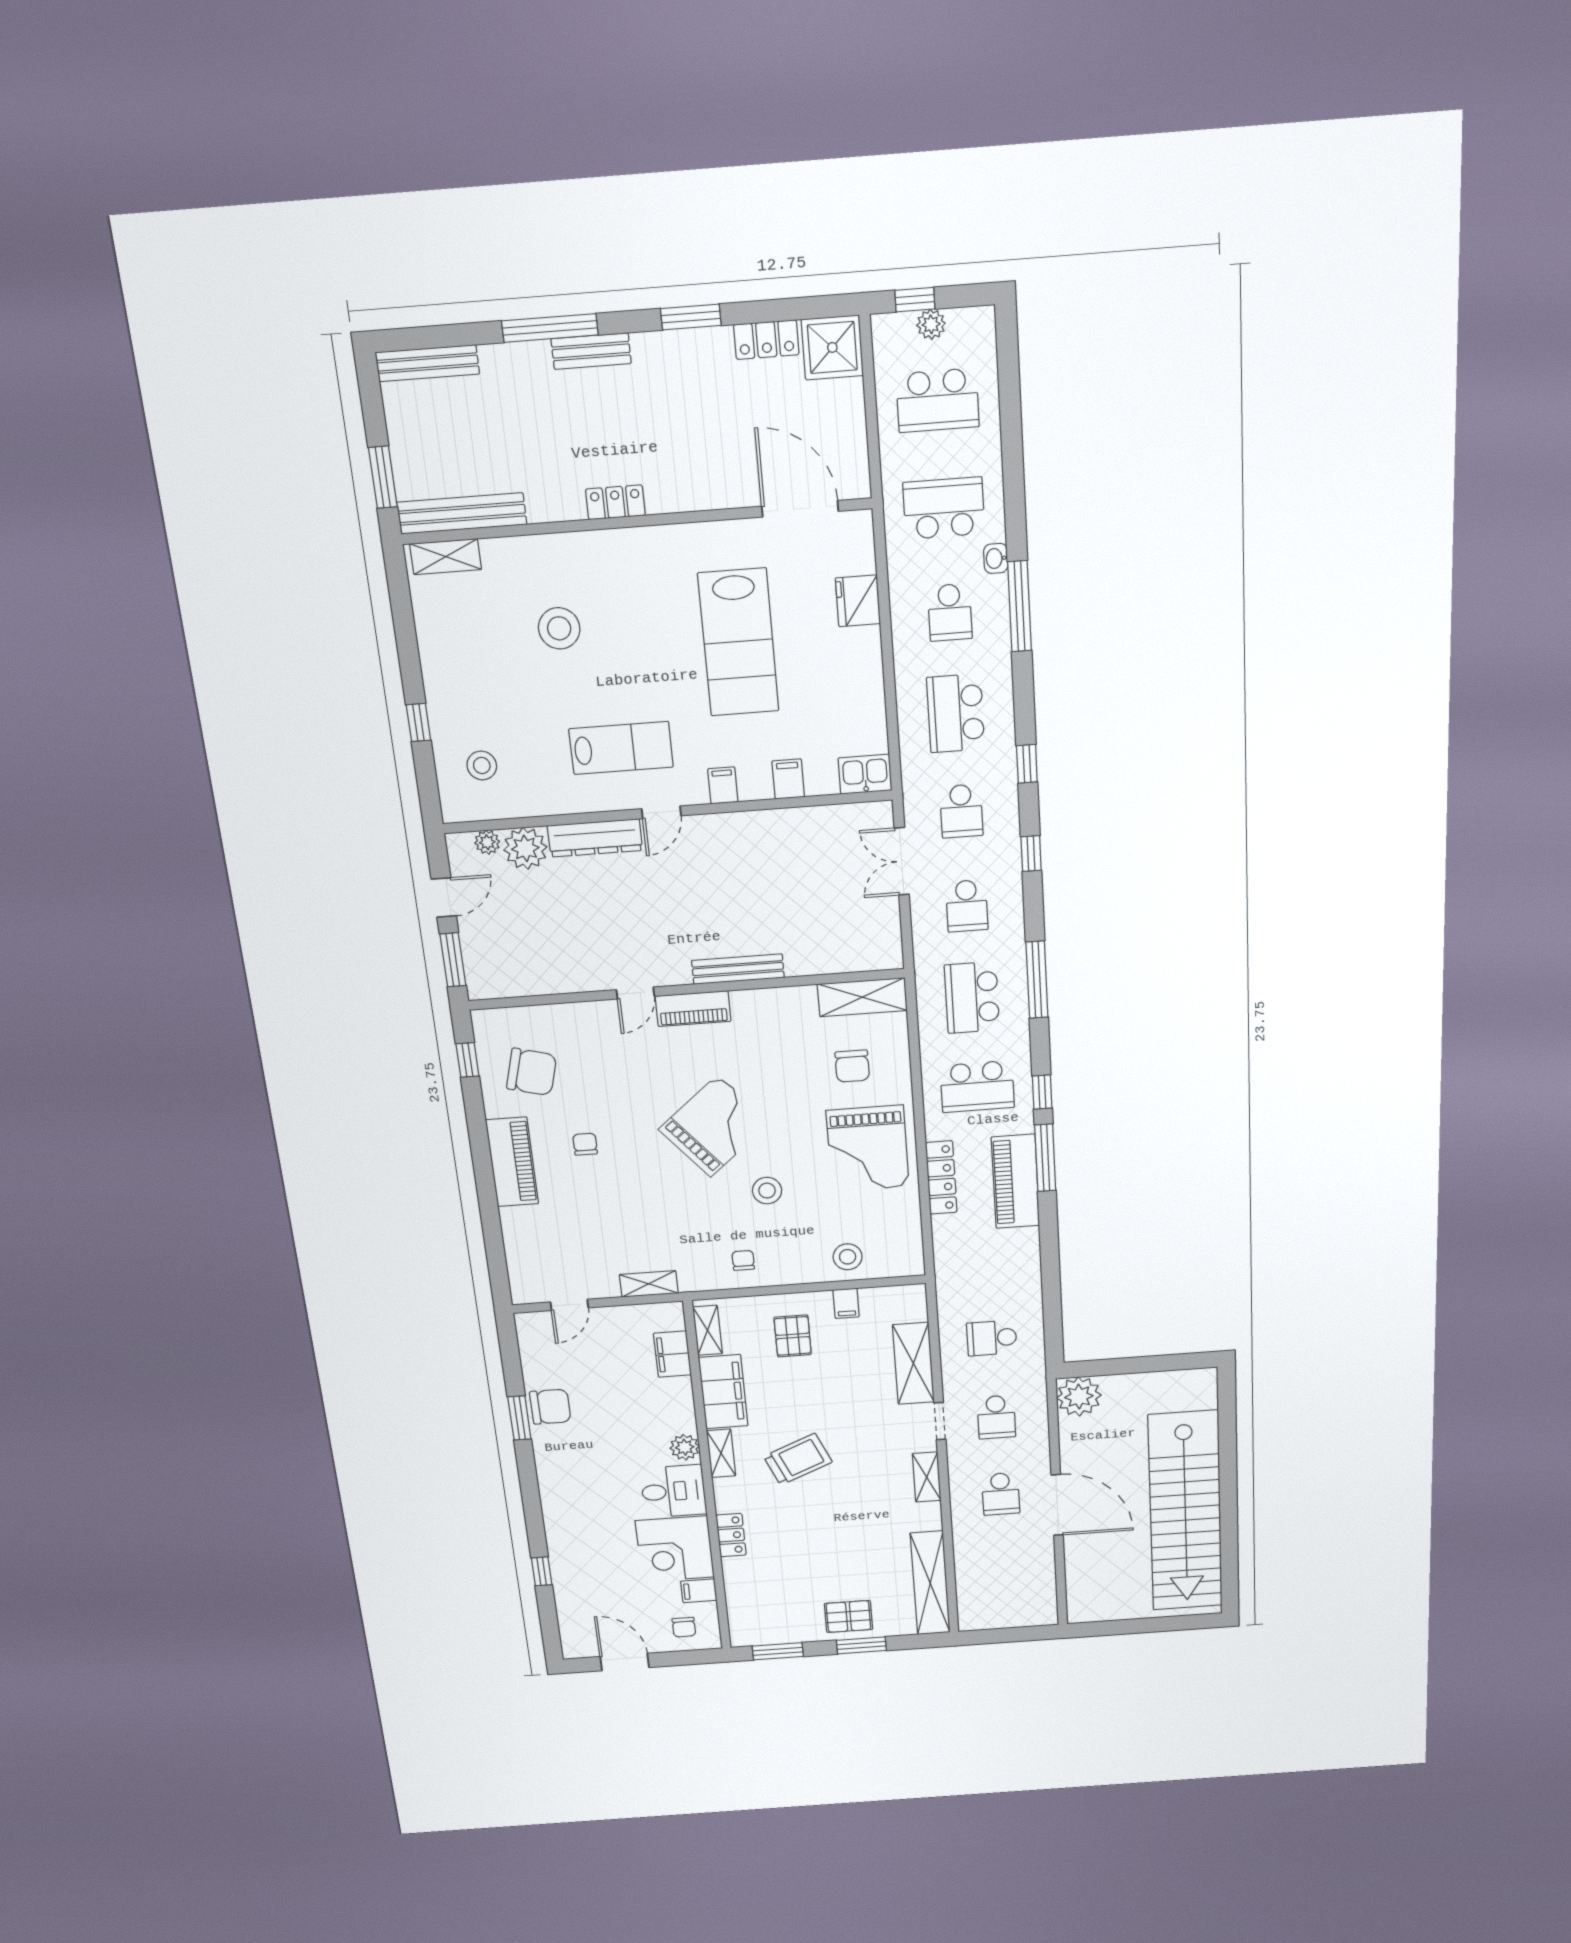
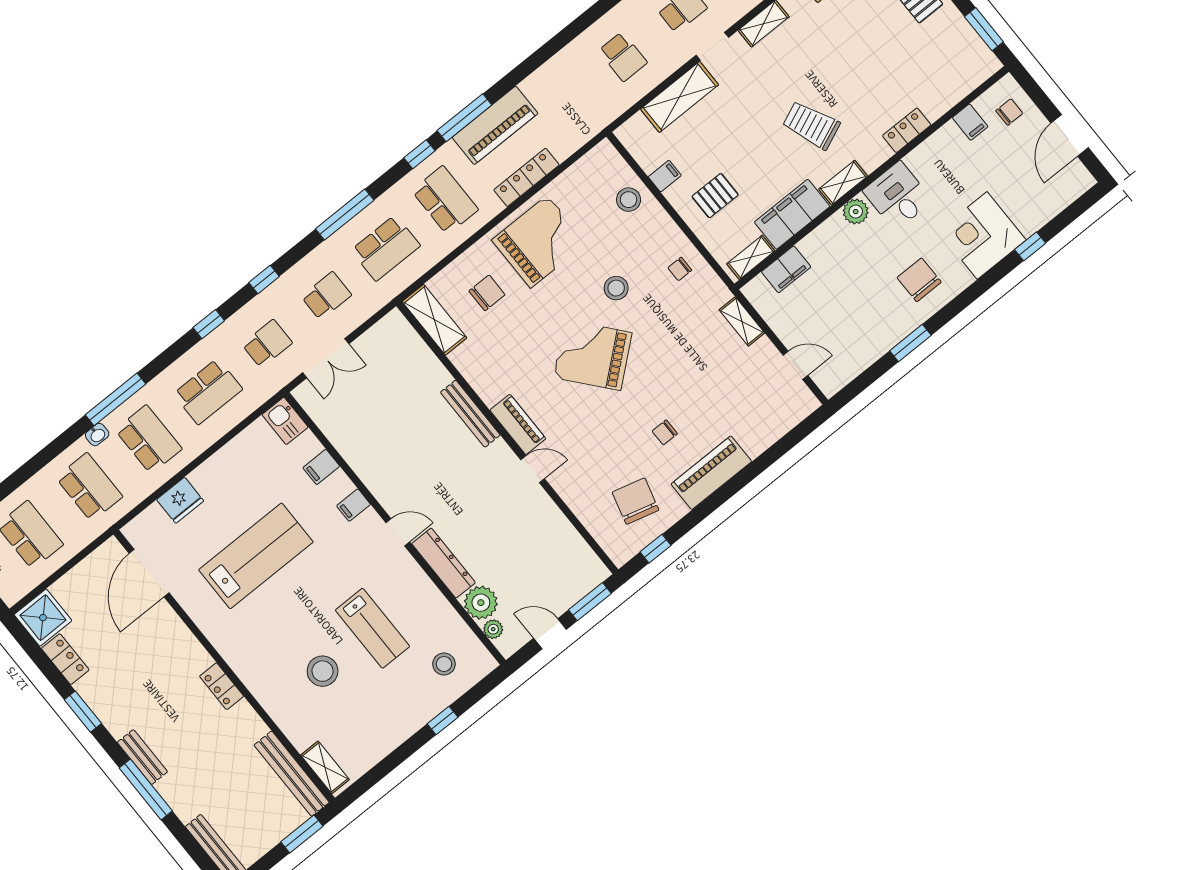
school desk: (944, 508) -> (89, 487), turned 180
school desk: (950, 612) -> (149, 439), width x1.85
lab bench: (621, 748) -> (373, 628), moved, turned 180
chair: (550, 1407) -> (919, 280), moved
corner desk: (675, 1549) -> (982, 235), moved, turned 180

